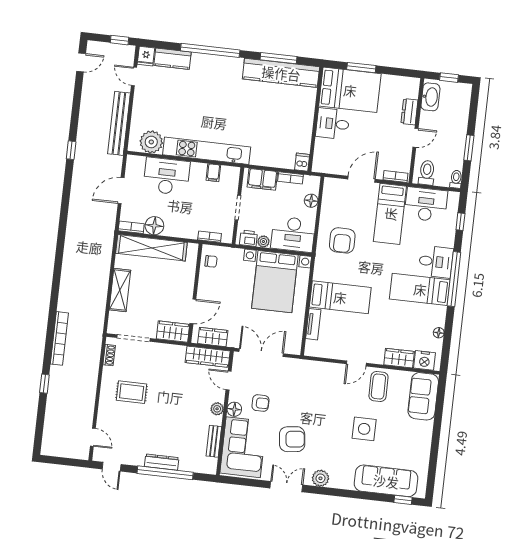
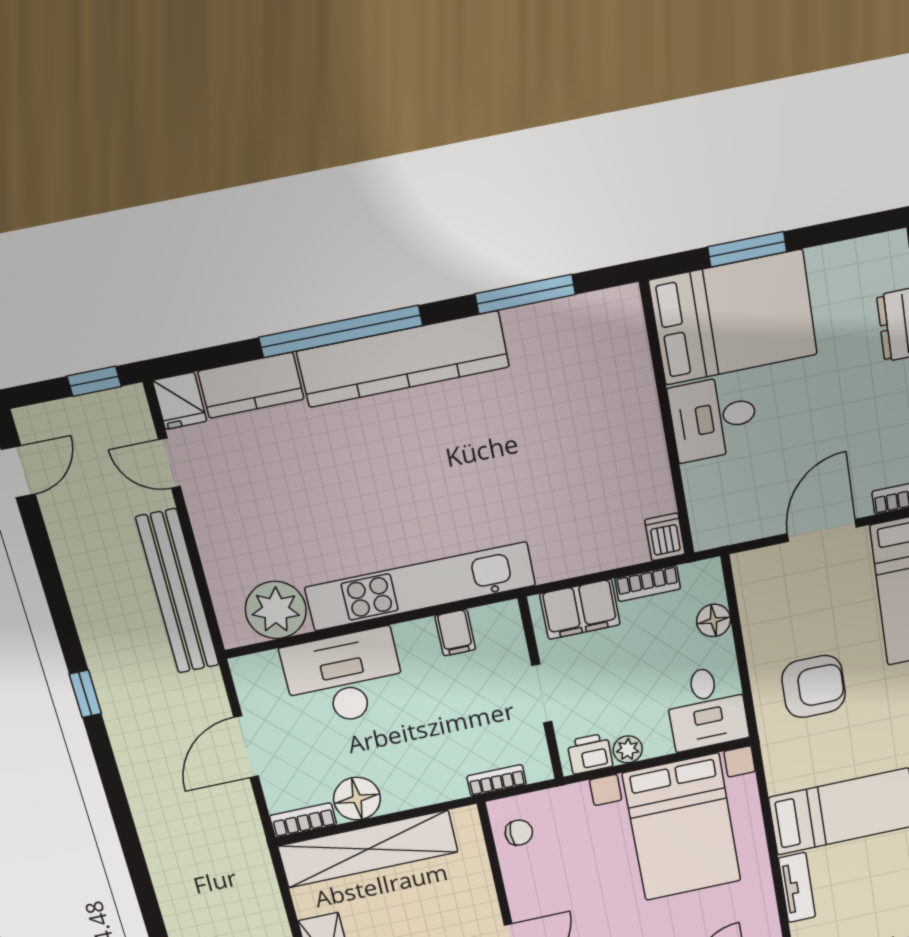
kitchen counter: (281, 73) -> (403, 359), moved
desk: (293, 234) -> (707, 708), width x0.73
armchair: (342, 240) -> (814, 686), turned -90

